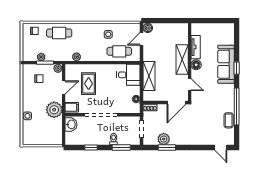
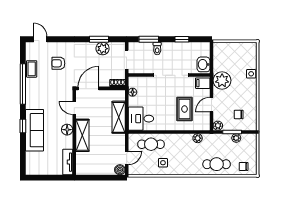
tv unit: (196, 47) -> (68, 162), moved
armchair: (204, 125) -> (58, 63), added

